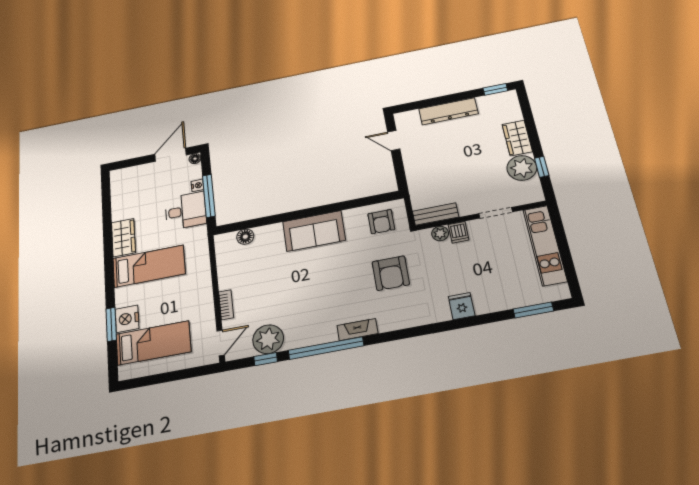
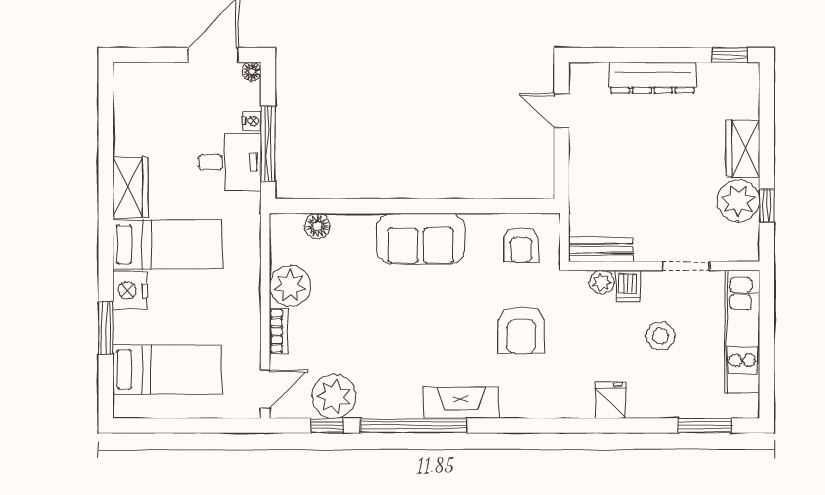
stool: (488, 259) -> (660, 336), added
plant: (231, 276) -> (290, 286), added
nightstand: (127, 319) -> (130, 290), moved
fireplace: (357, 330) -> (461, 403), width x1.37, depth x1.32

